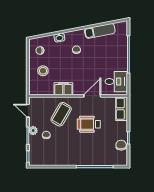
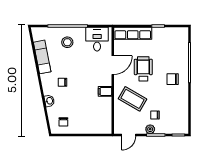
stool: (43, 71) -> (67, 42), moved
filing cabinet: (63, 89) -> (105, 91), width x0.50
door: (92, 96) -> (113, 65), swing flipped
row of seats: (122, 109) -> (133, 33), width x1.48
wheelchair: (89, 124) -> (143, 69), turned 180
chair: (121, 145) -> (173, 79), moved

